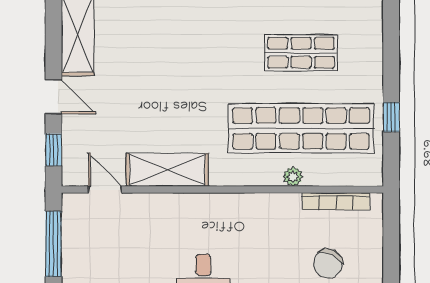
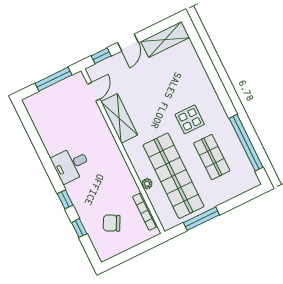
display table: (224, 58) -> (190, 119), added
window: (391, 117) -> (201, 219), width x2.17

